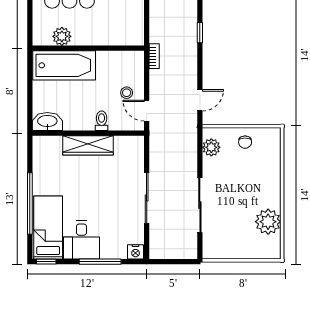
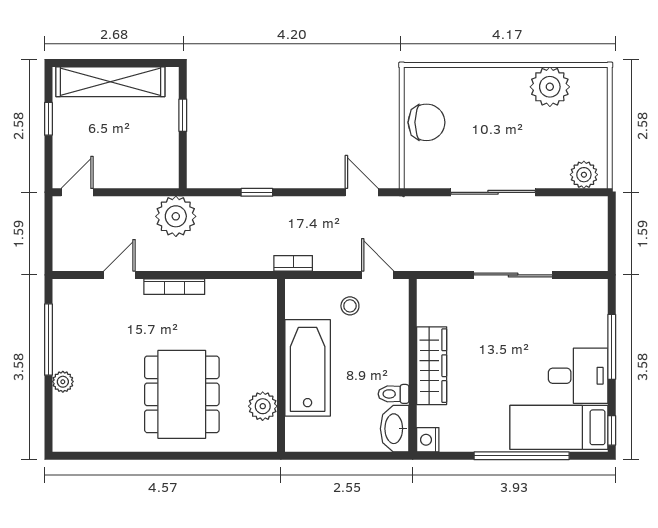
bathtub: (64, 65) -> (308, 368), moved
door: (147, 111) -> (378, 275), swing flipped
toilet: (102, 121) -> (393, 394), moved
chair: (245, 142) -> (426, 122), width x1.87, depth x1.87
plant: (211, 147) -> (584, 175), moved
sliding door: (200, 205) -> (493, 192), moved
nightstand: (136, 252) -> (428, 440), moved, turned 180

